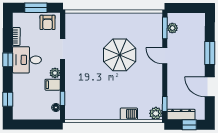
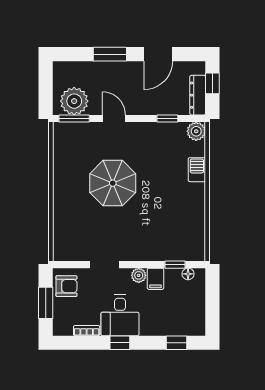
plant: (172, 28) -> (74, 101), width x1.88, depth x1.88
door: (165, 56) -> (114, 119), swing flipped
window: (165, 104) -> (167, 119), moved

